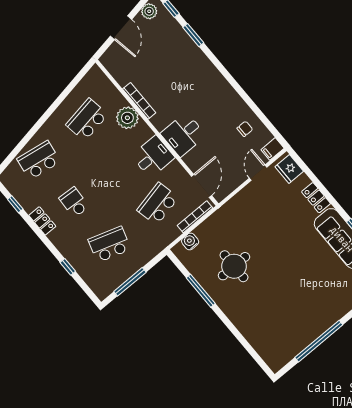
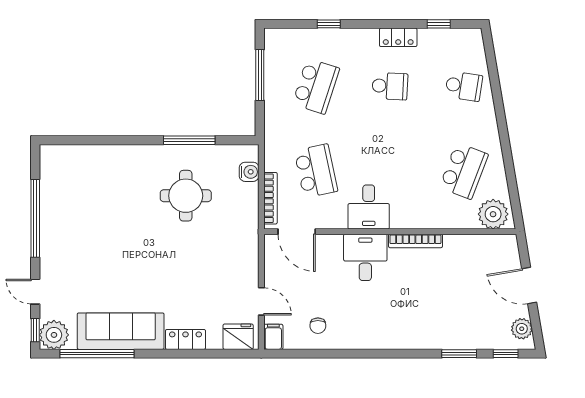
bookcase: (139, 101) -> (415, 241), moved
plant: (127, 118) -> (493, 214), moved
school desk: (87, 120) -> (464, 171), turned 30
school desk: (39, 160) -> (464, 86), width x0.54

